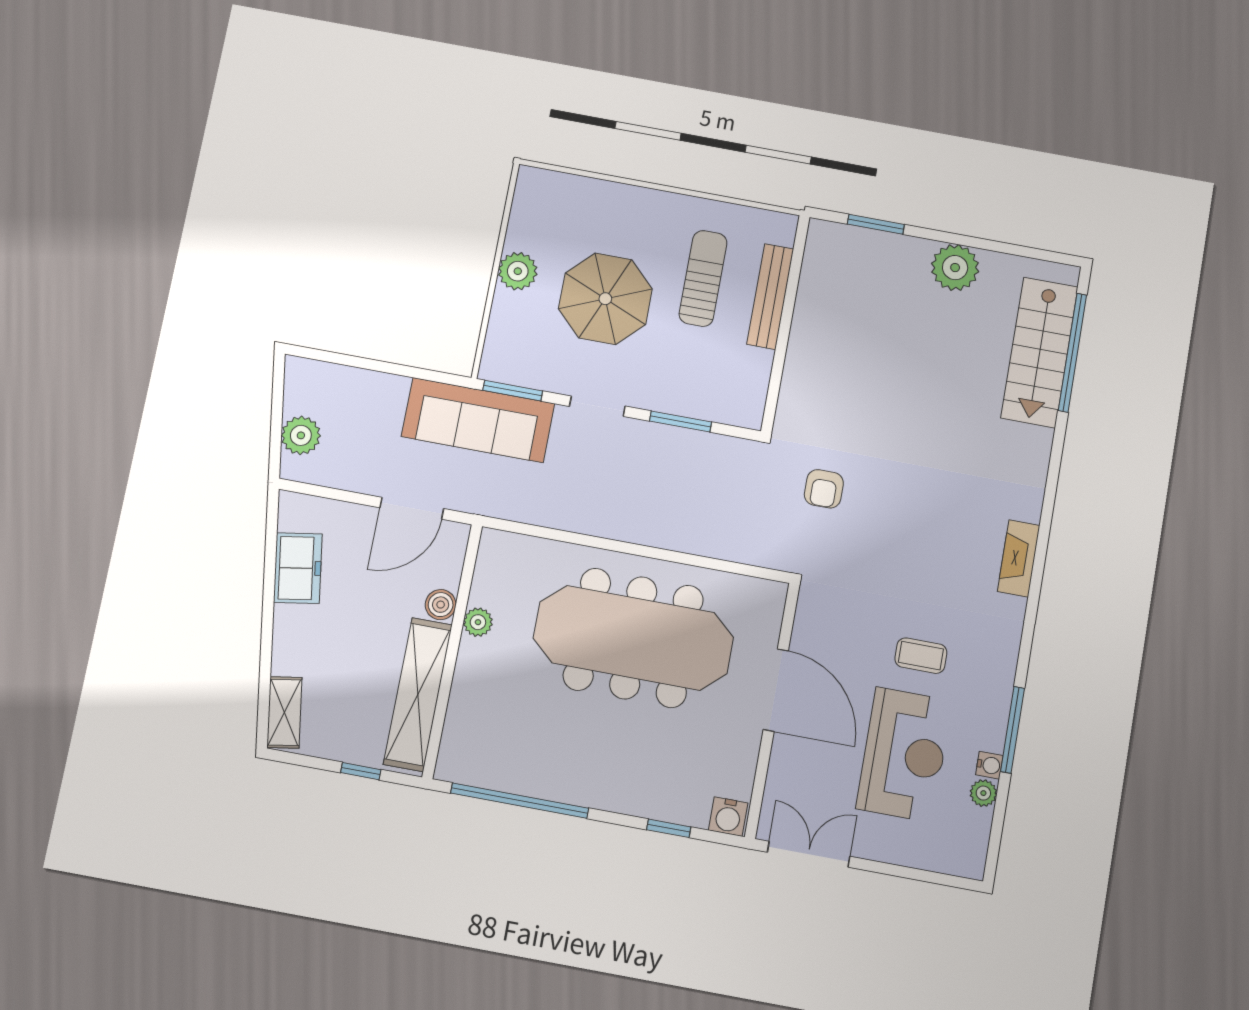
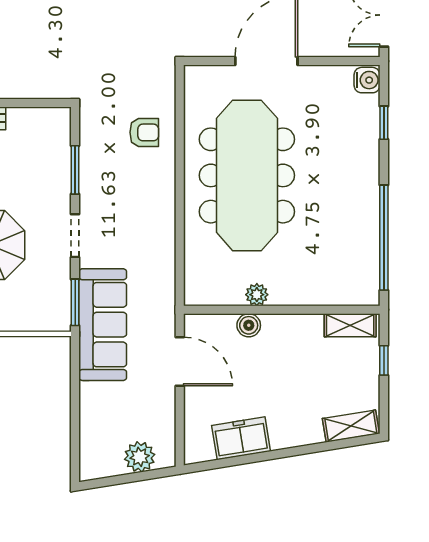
armchair: (824, 489) -> (144, 132), moved
shelving: (418, 694) -> (350, 325), width x0.45, depth x0.75

